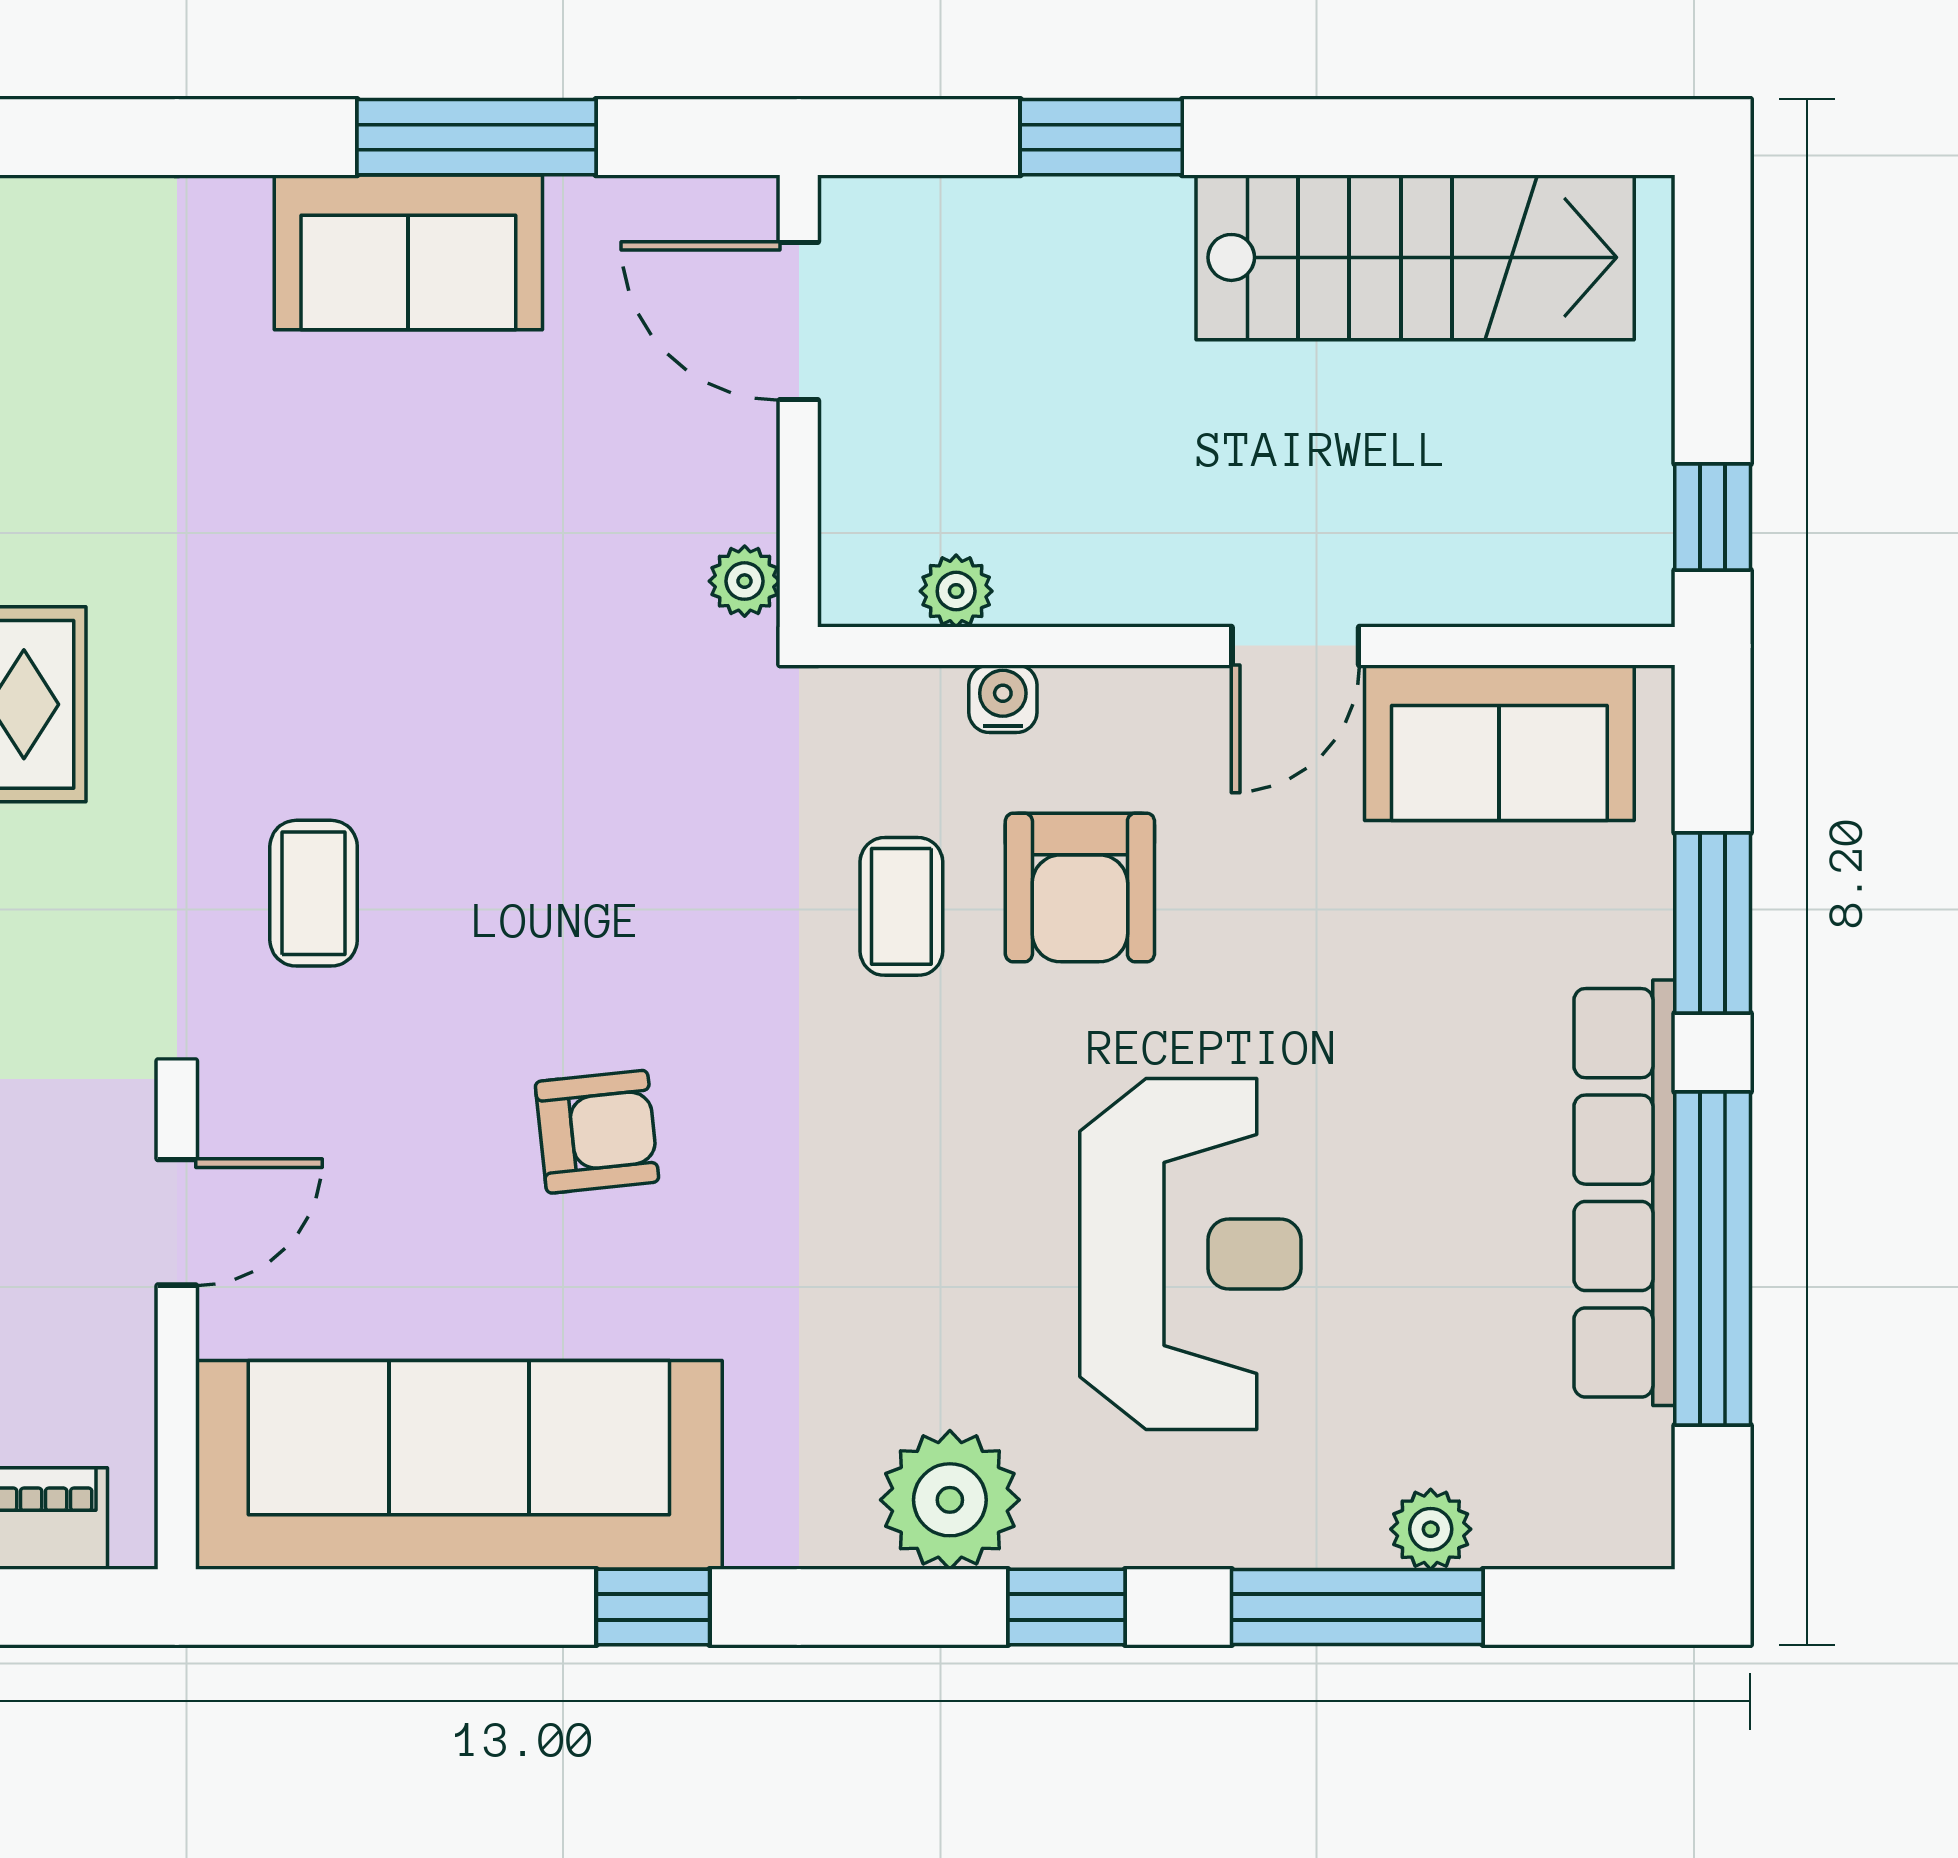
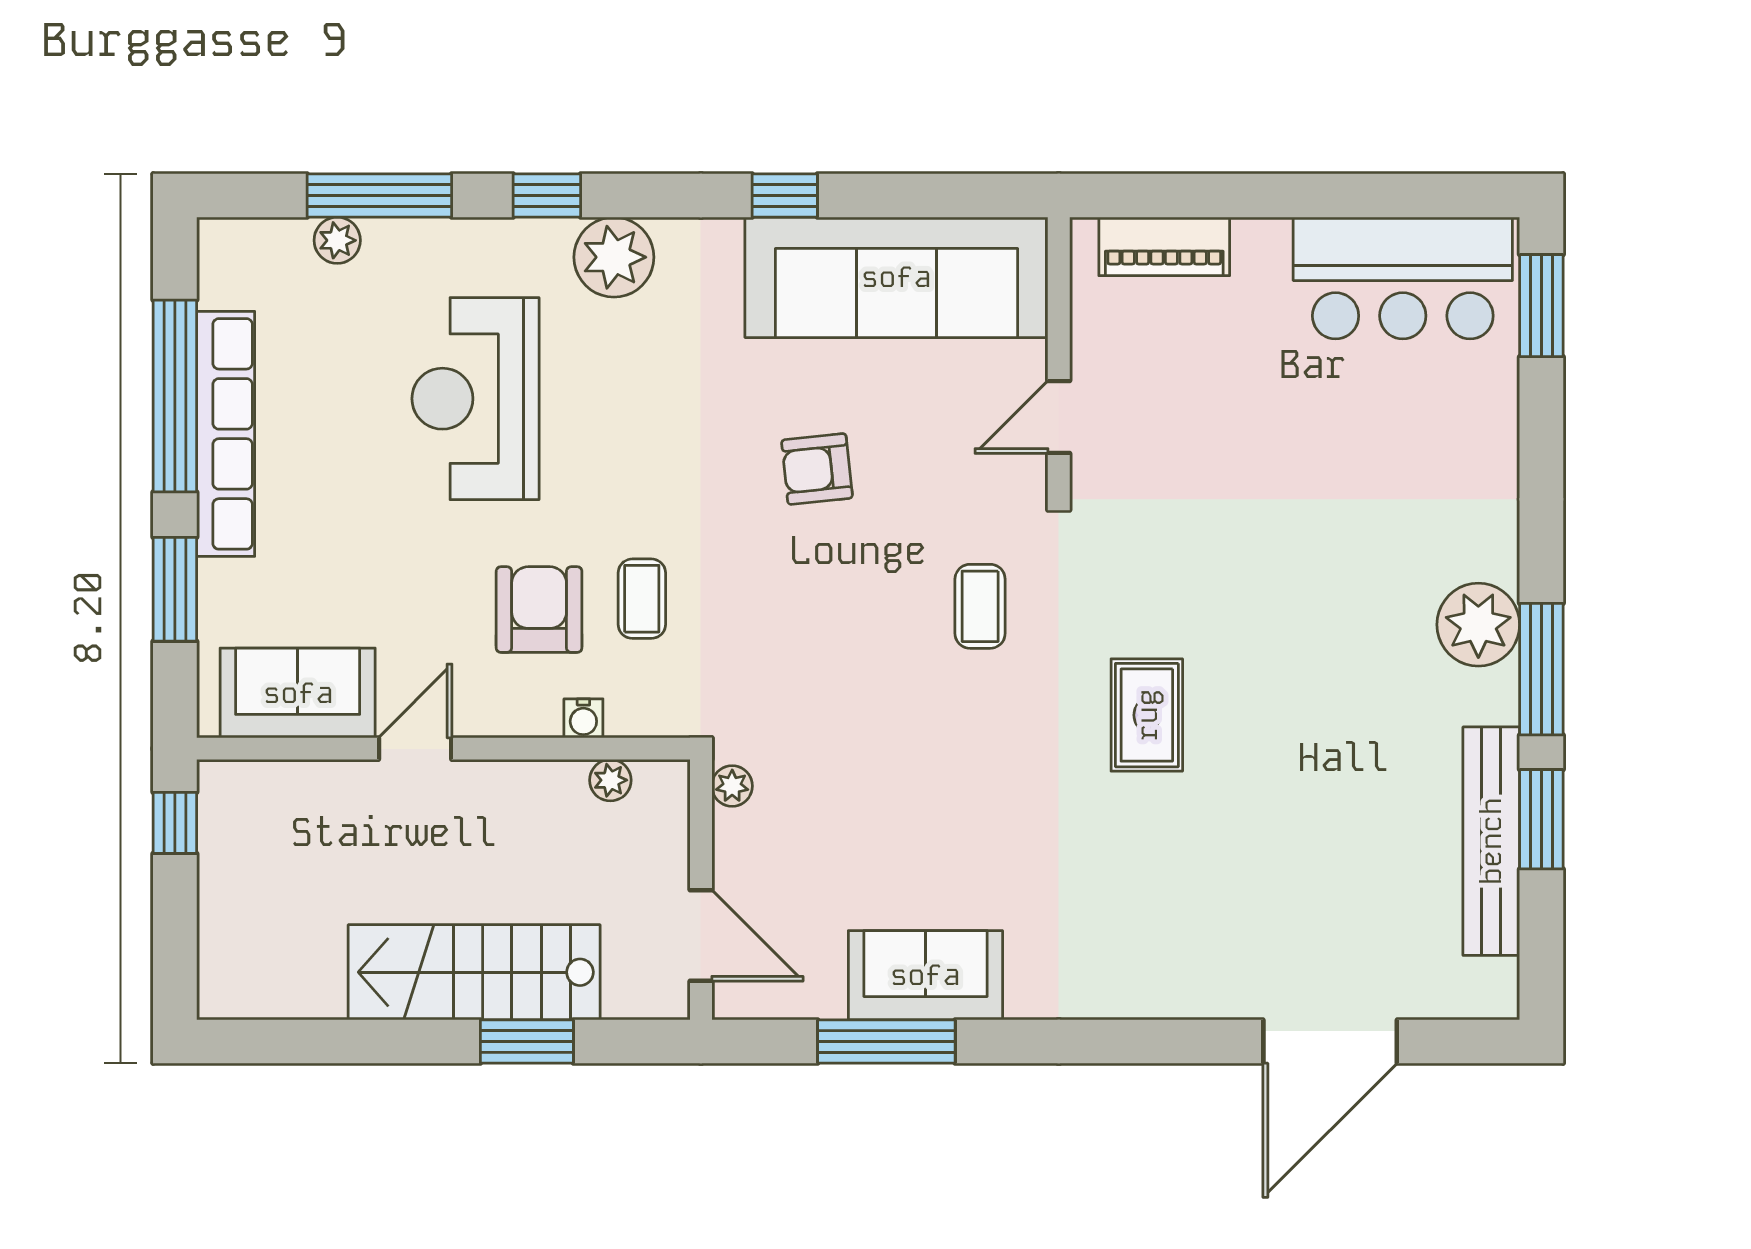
stairs: (1415, 257) -> (474, 972), moved

